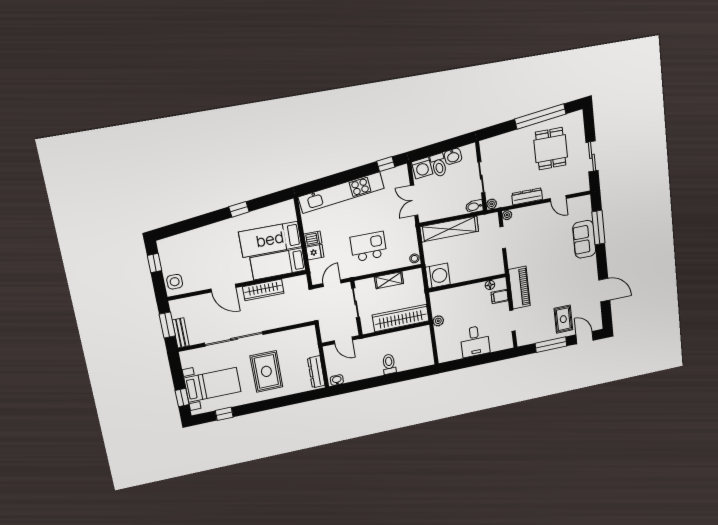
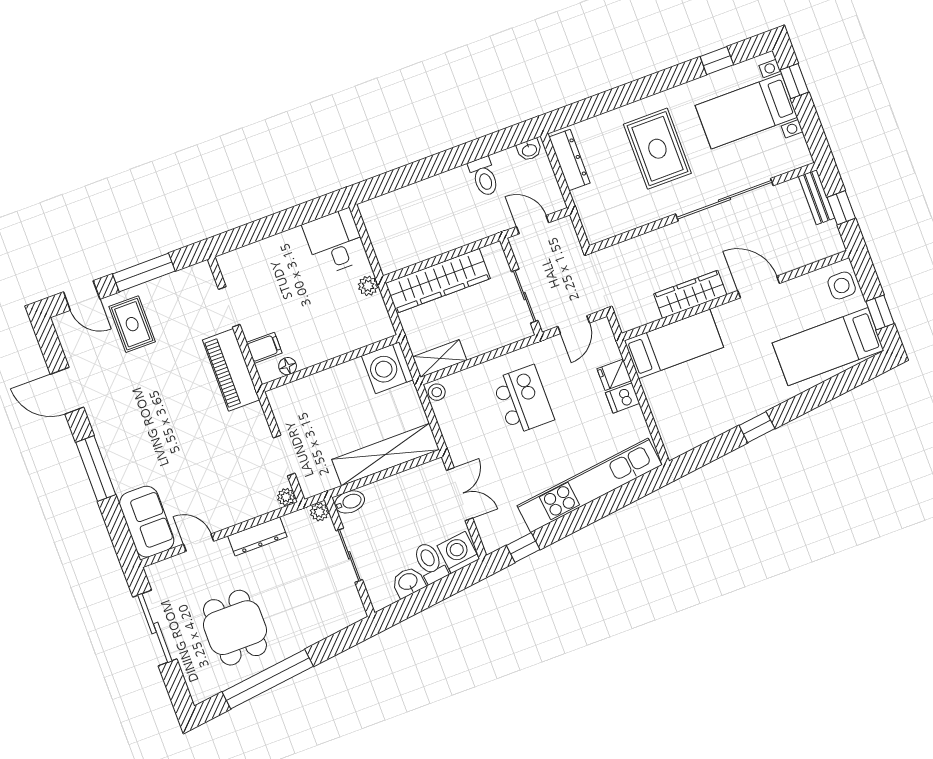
sliding door: (592, 156) -> (155, 628), width x1.37
window: (598, 227) -> (96, 468), moved
bed: (270, 239) -> (828, 347), moved, turned 180
sofa: (584, 239) -> (147, 522), moved
kitchen island: (368, 247) -> (523, 400), turned -90
shelving: (389, 280) -> (440, 358), moved
window: (167, 325) -> (841, 208), width x0.67
desk: (475, 341) -> (335, 242), moved
toilet: (389, 364) -> (484, 177), moved

